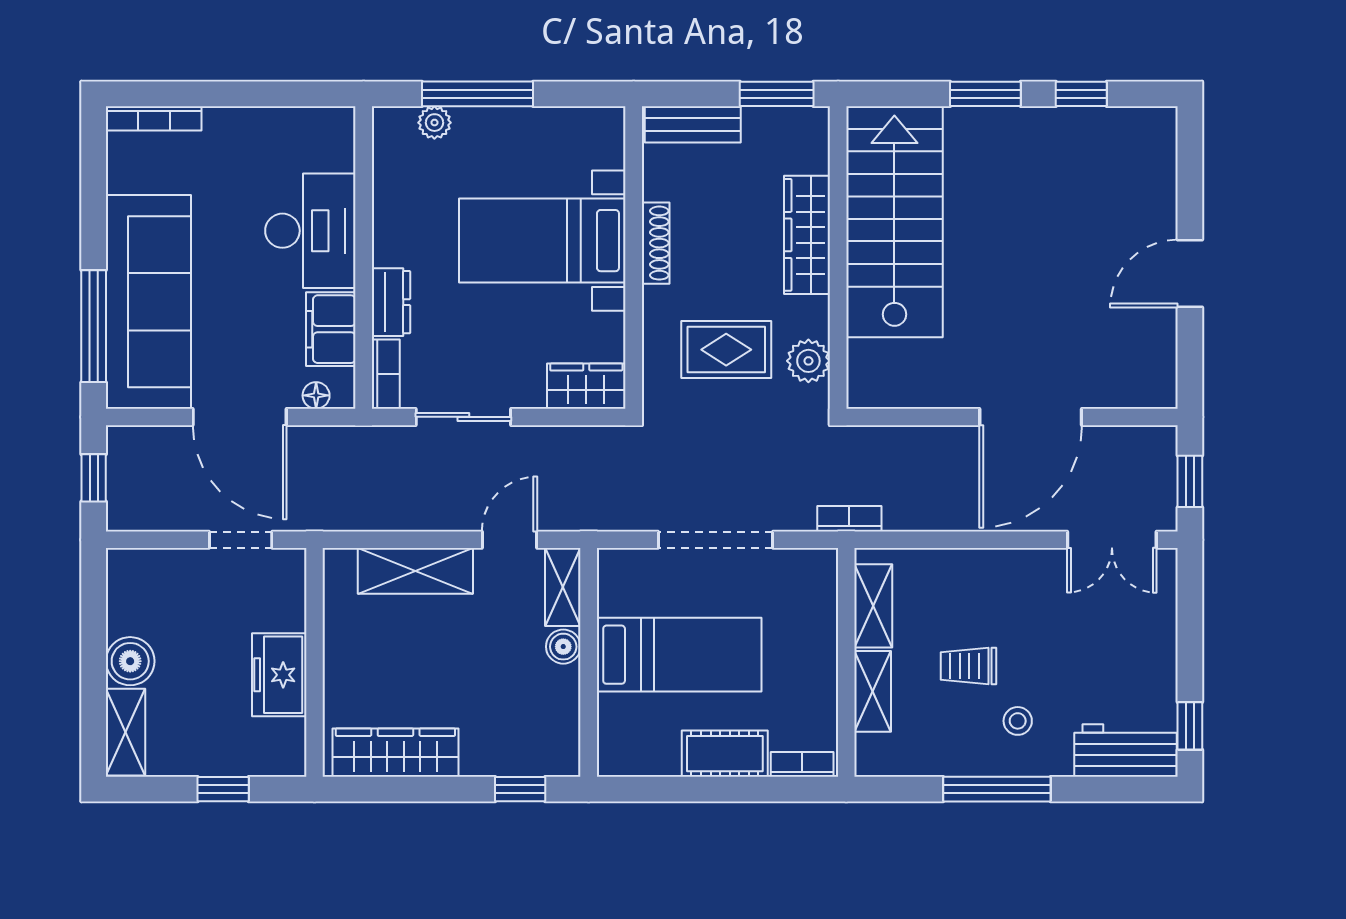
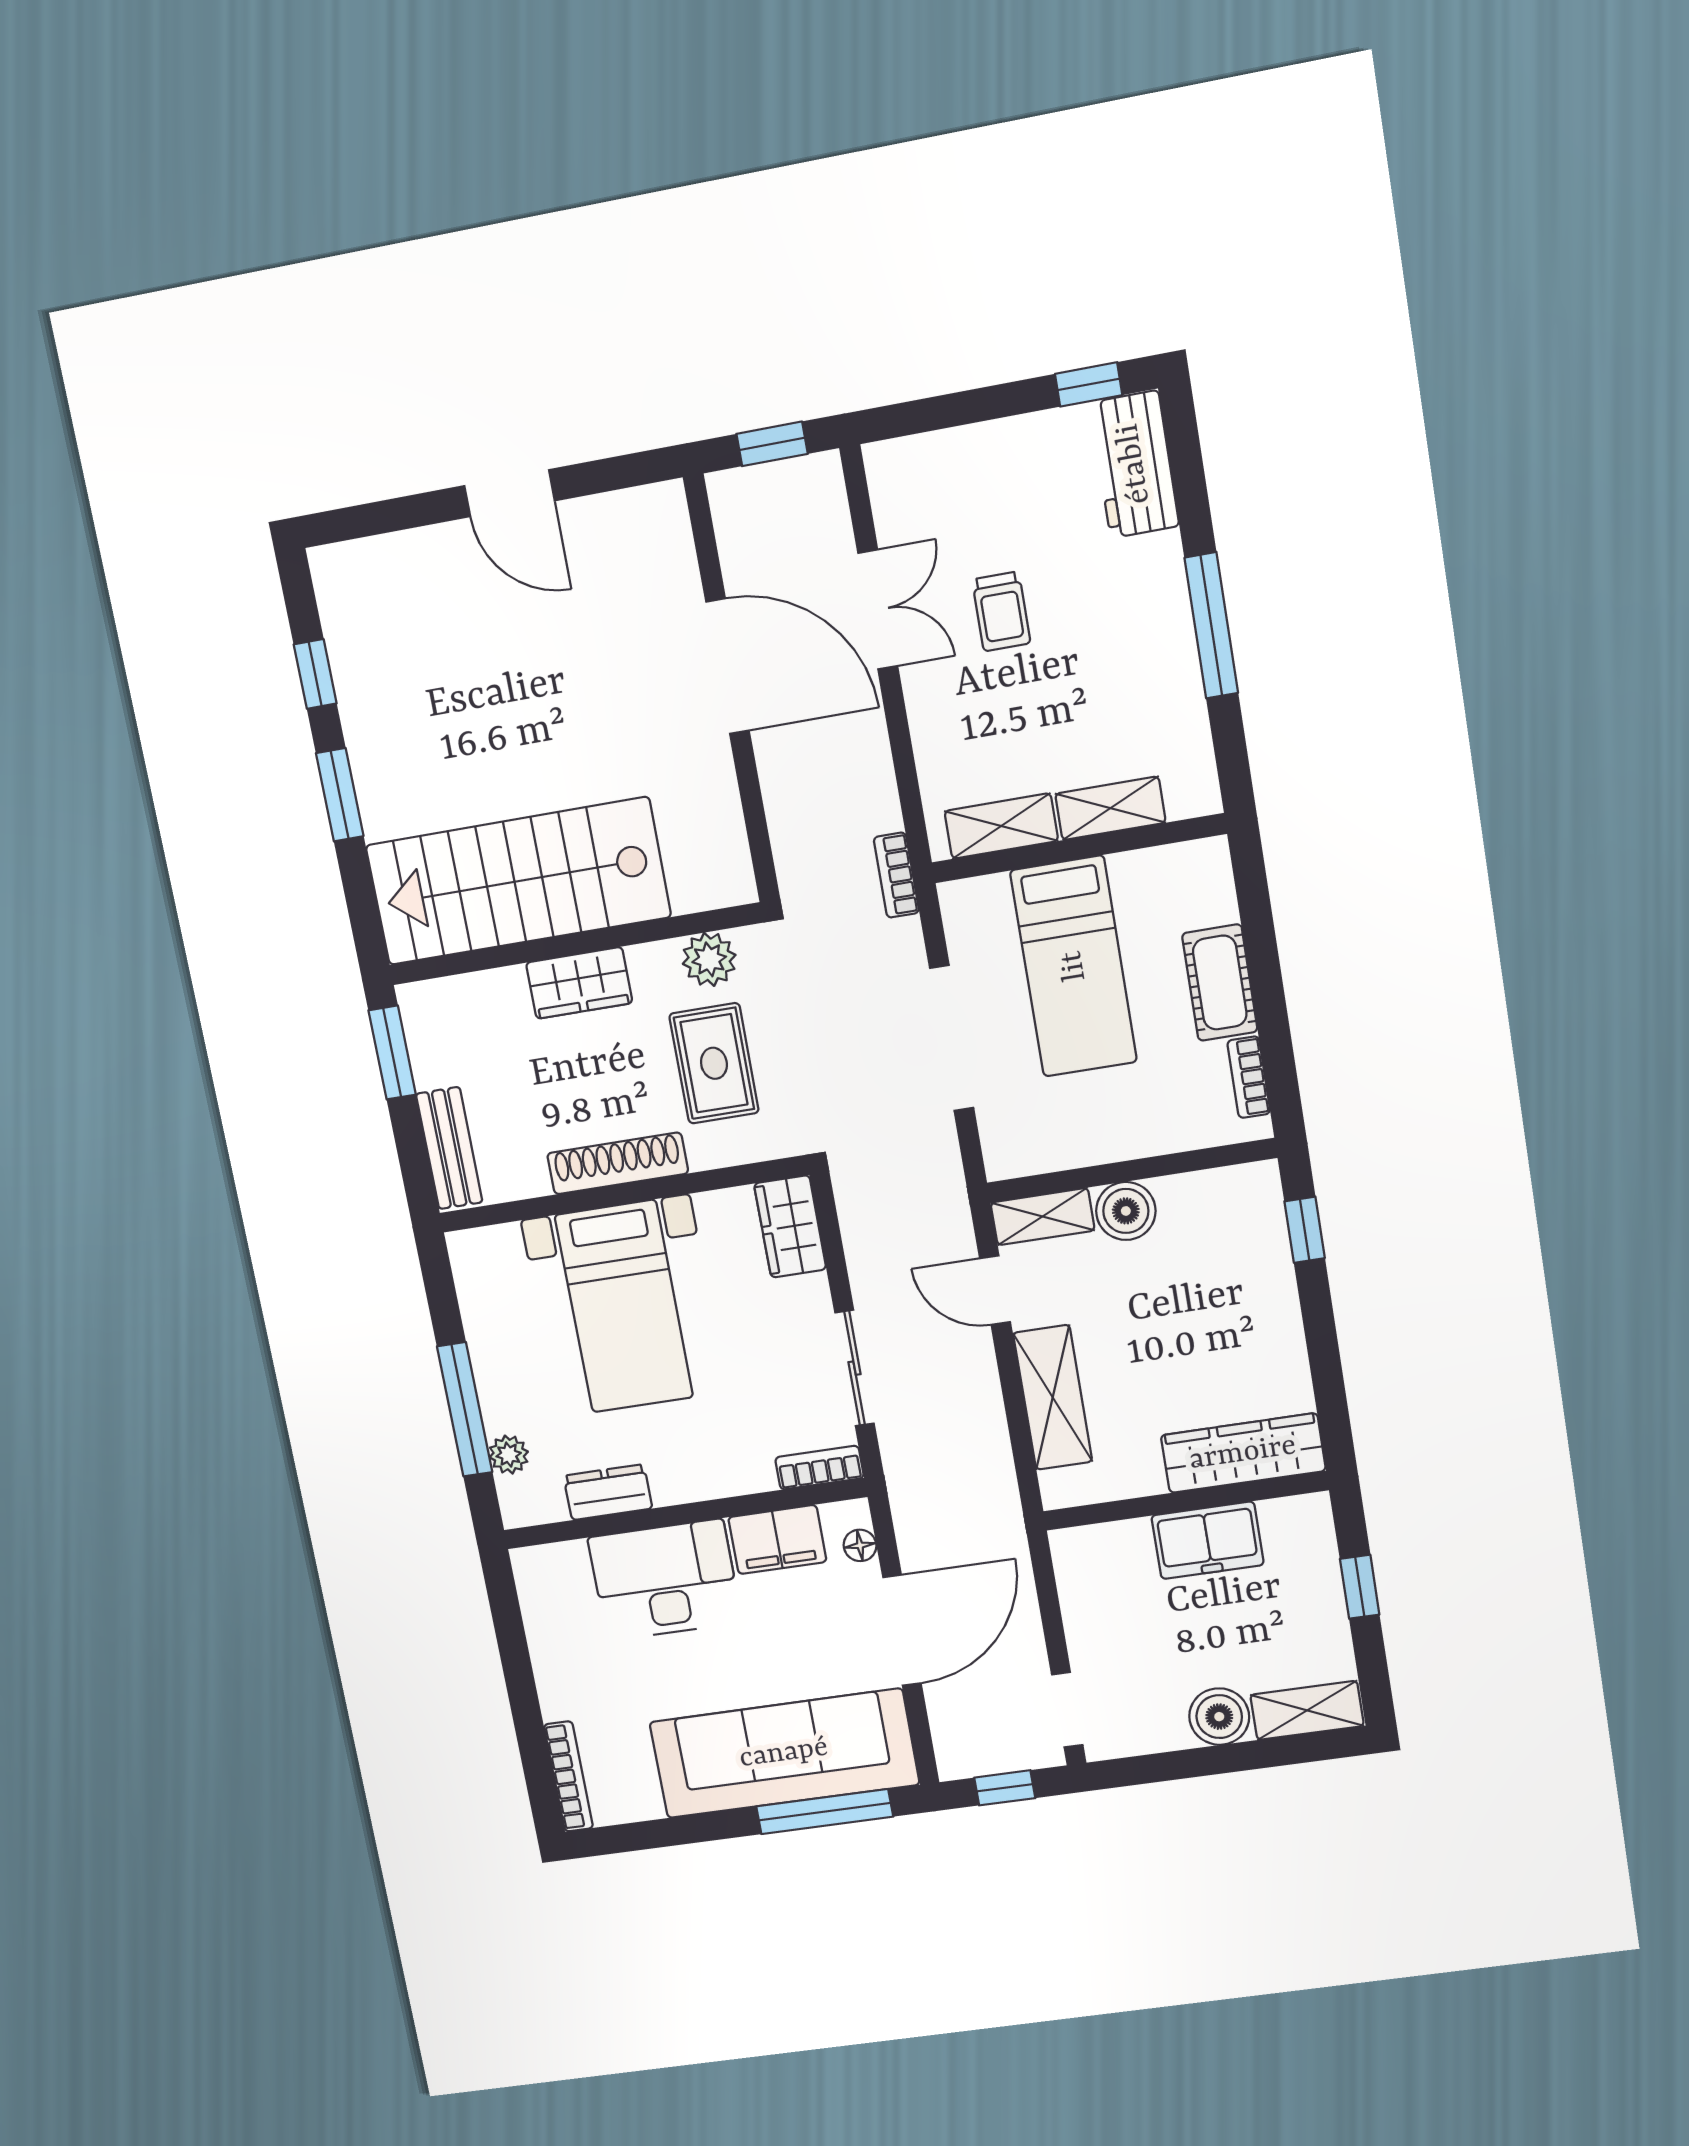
wardrobe: (807, 235) -> (579, 983), width x0.67
shoe rack: (656, 243) -> (618, 1163), width x1.36, depth x1.24
dresser: (391, 302) -> (608, 1492), moved
doorway: (241, 540) -> (1067, 1710), moved
double door: (1112, 540) -> (878, 610), moved
boiler: (563, 647) -> (1126, 1211), width x1.36, depth x1.36
bed: (679, 655) -> (1074, 966), moved, turned 180
trolley: (969, 666) -> (1001, 611), moved
stool: (1018, 721) -> (1118, 614), removed
wardrobe: (395, 753) -> (1243, 1453), moved, turned 90
bookcase: (802, 764) -> (1249, 1077), moved

